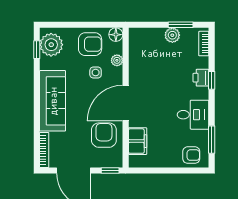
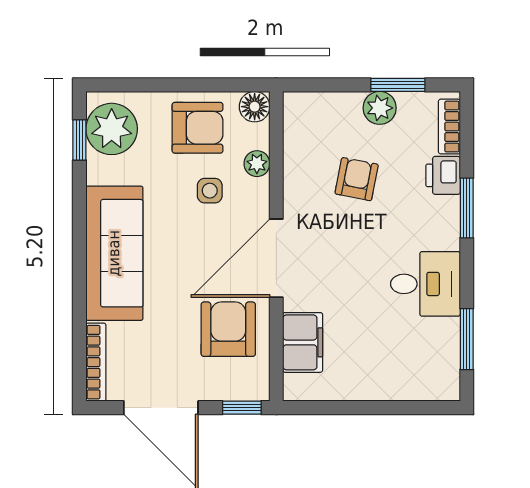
printer: (201, 78) -> (443, 175), moved
window: (212, 80) -> (467, 208), width x1.50
armchair: (191, 155) -> (357, 179), moved, turned -79

